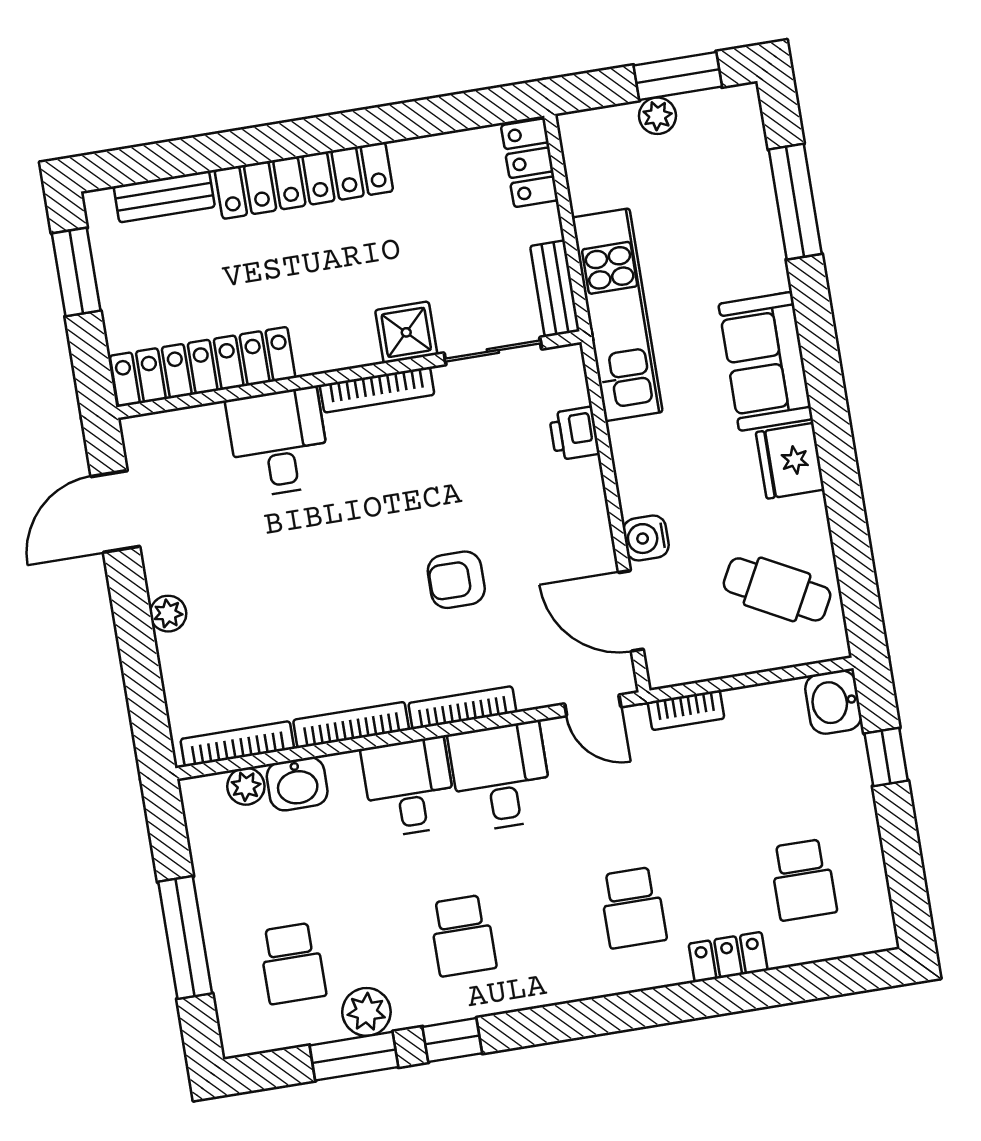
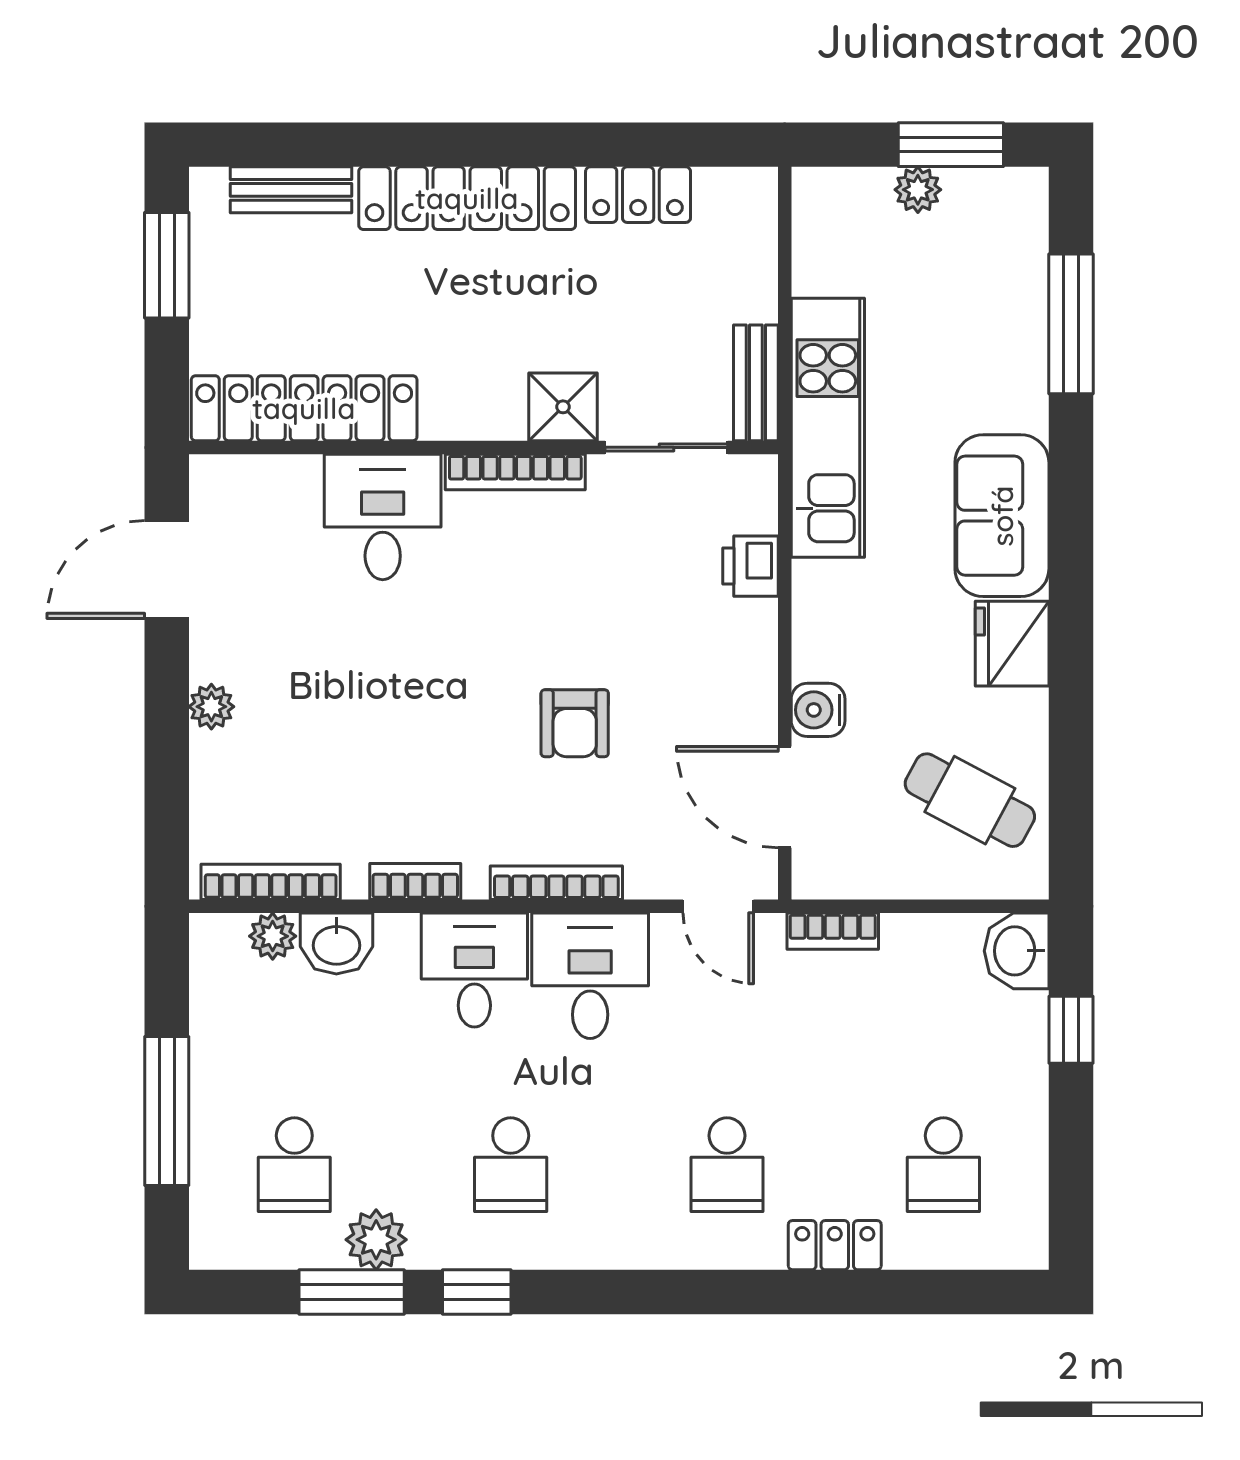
locker: (530, 163) -> (638, 195), moved, turned -90
armchair: (456, 580) -> (575, 723), turned -90
bookcase: (351, 725) -> (415, 881), width x0.64

